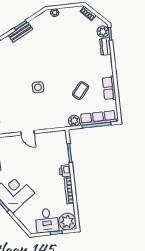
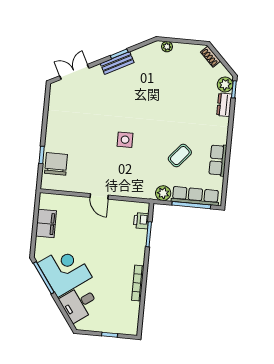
printer: (65, 171) -> (141, 221), moved
desk: (47, 221) -> (79, 304), moved, turned 54
plant: (67, 222) -> (127, 323), removed

